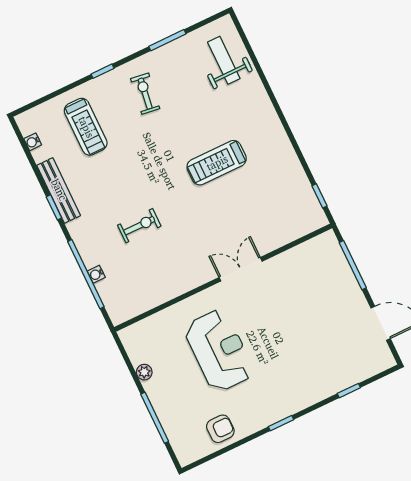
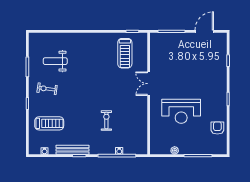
weight bench: (224, 60) -> (55, 61), moved
treadmill: (217, 163) -> (125, 53), moved
reception desk: (219, 350) -> (181, 111), turned 180

